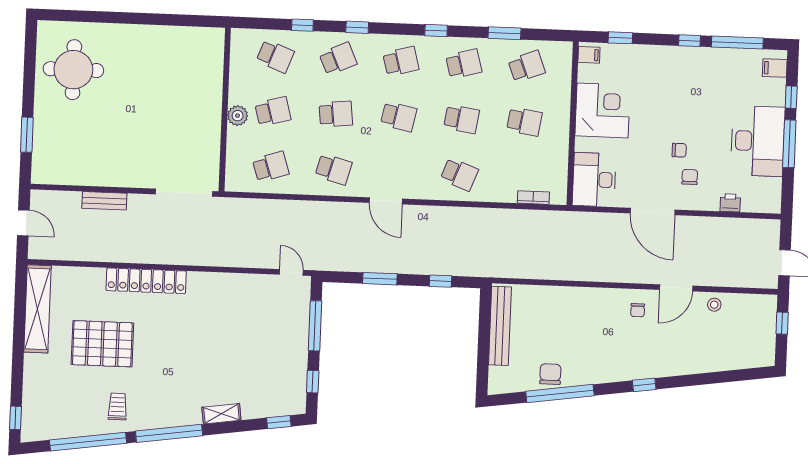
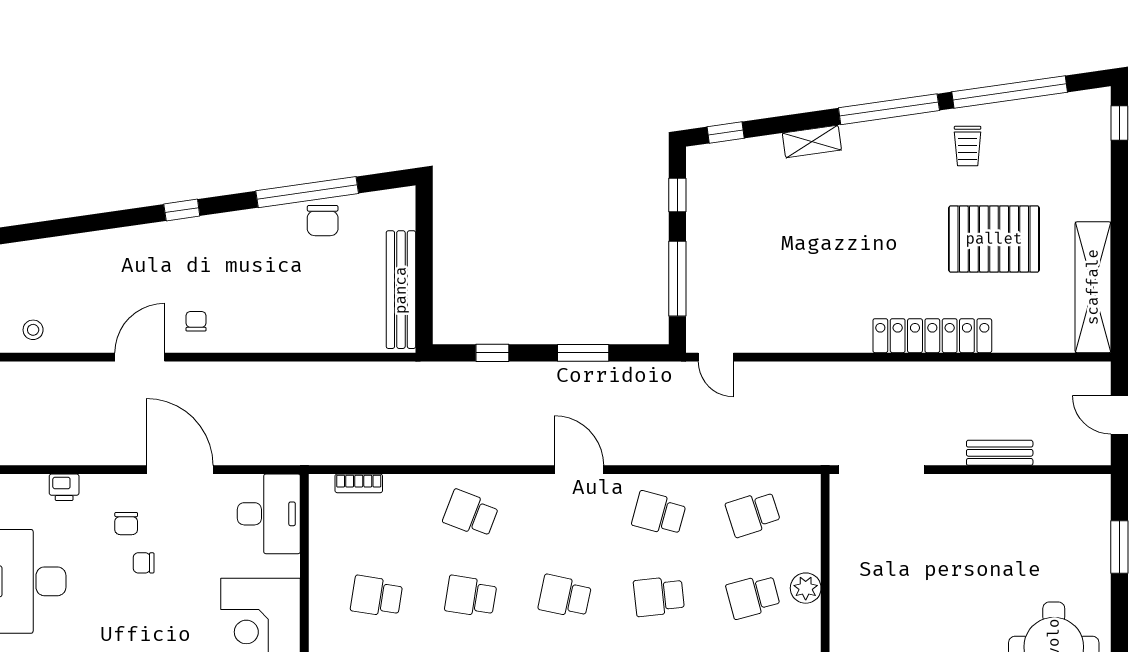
stool: (714, 305) -> (33, 330), moved

